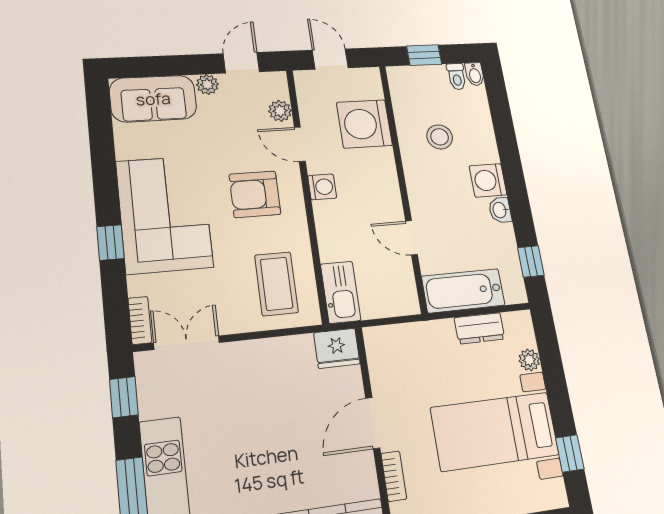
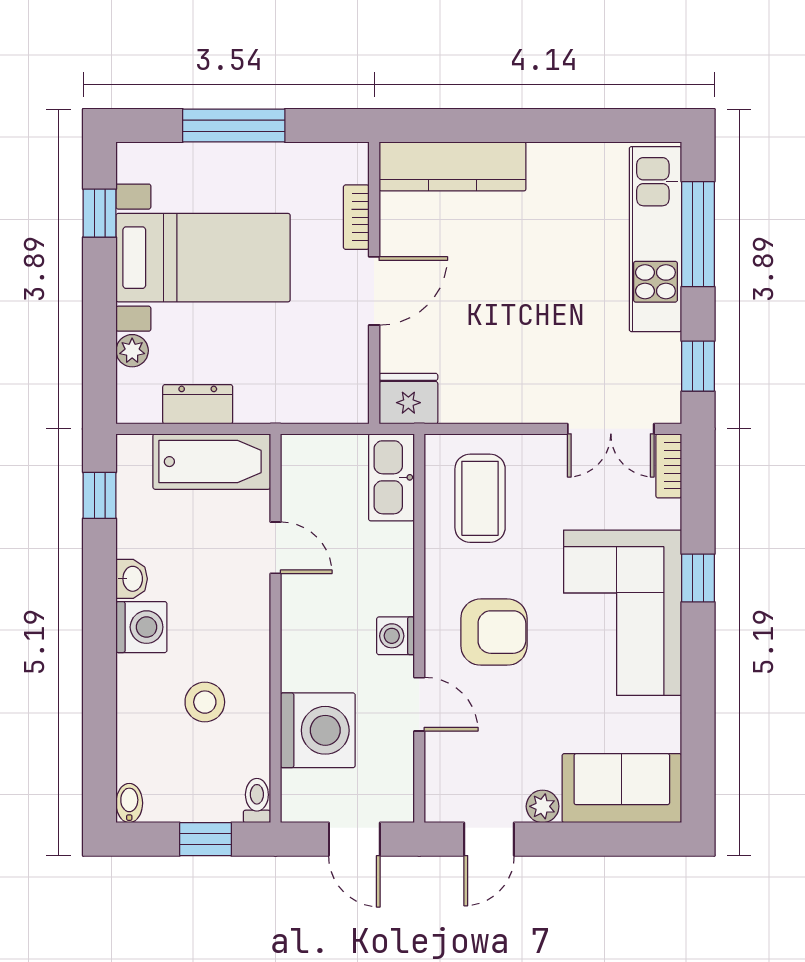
toilet: (457, 76) -> (257, 800), moved
plant: (280, 111) -> (442, 759), removed

